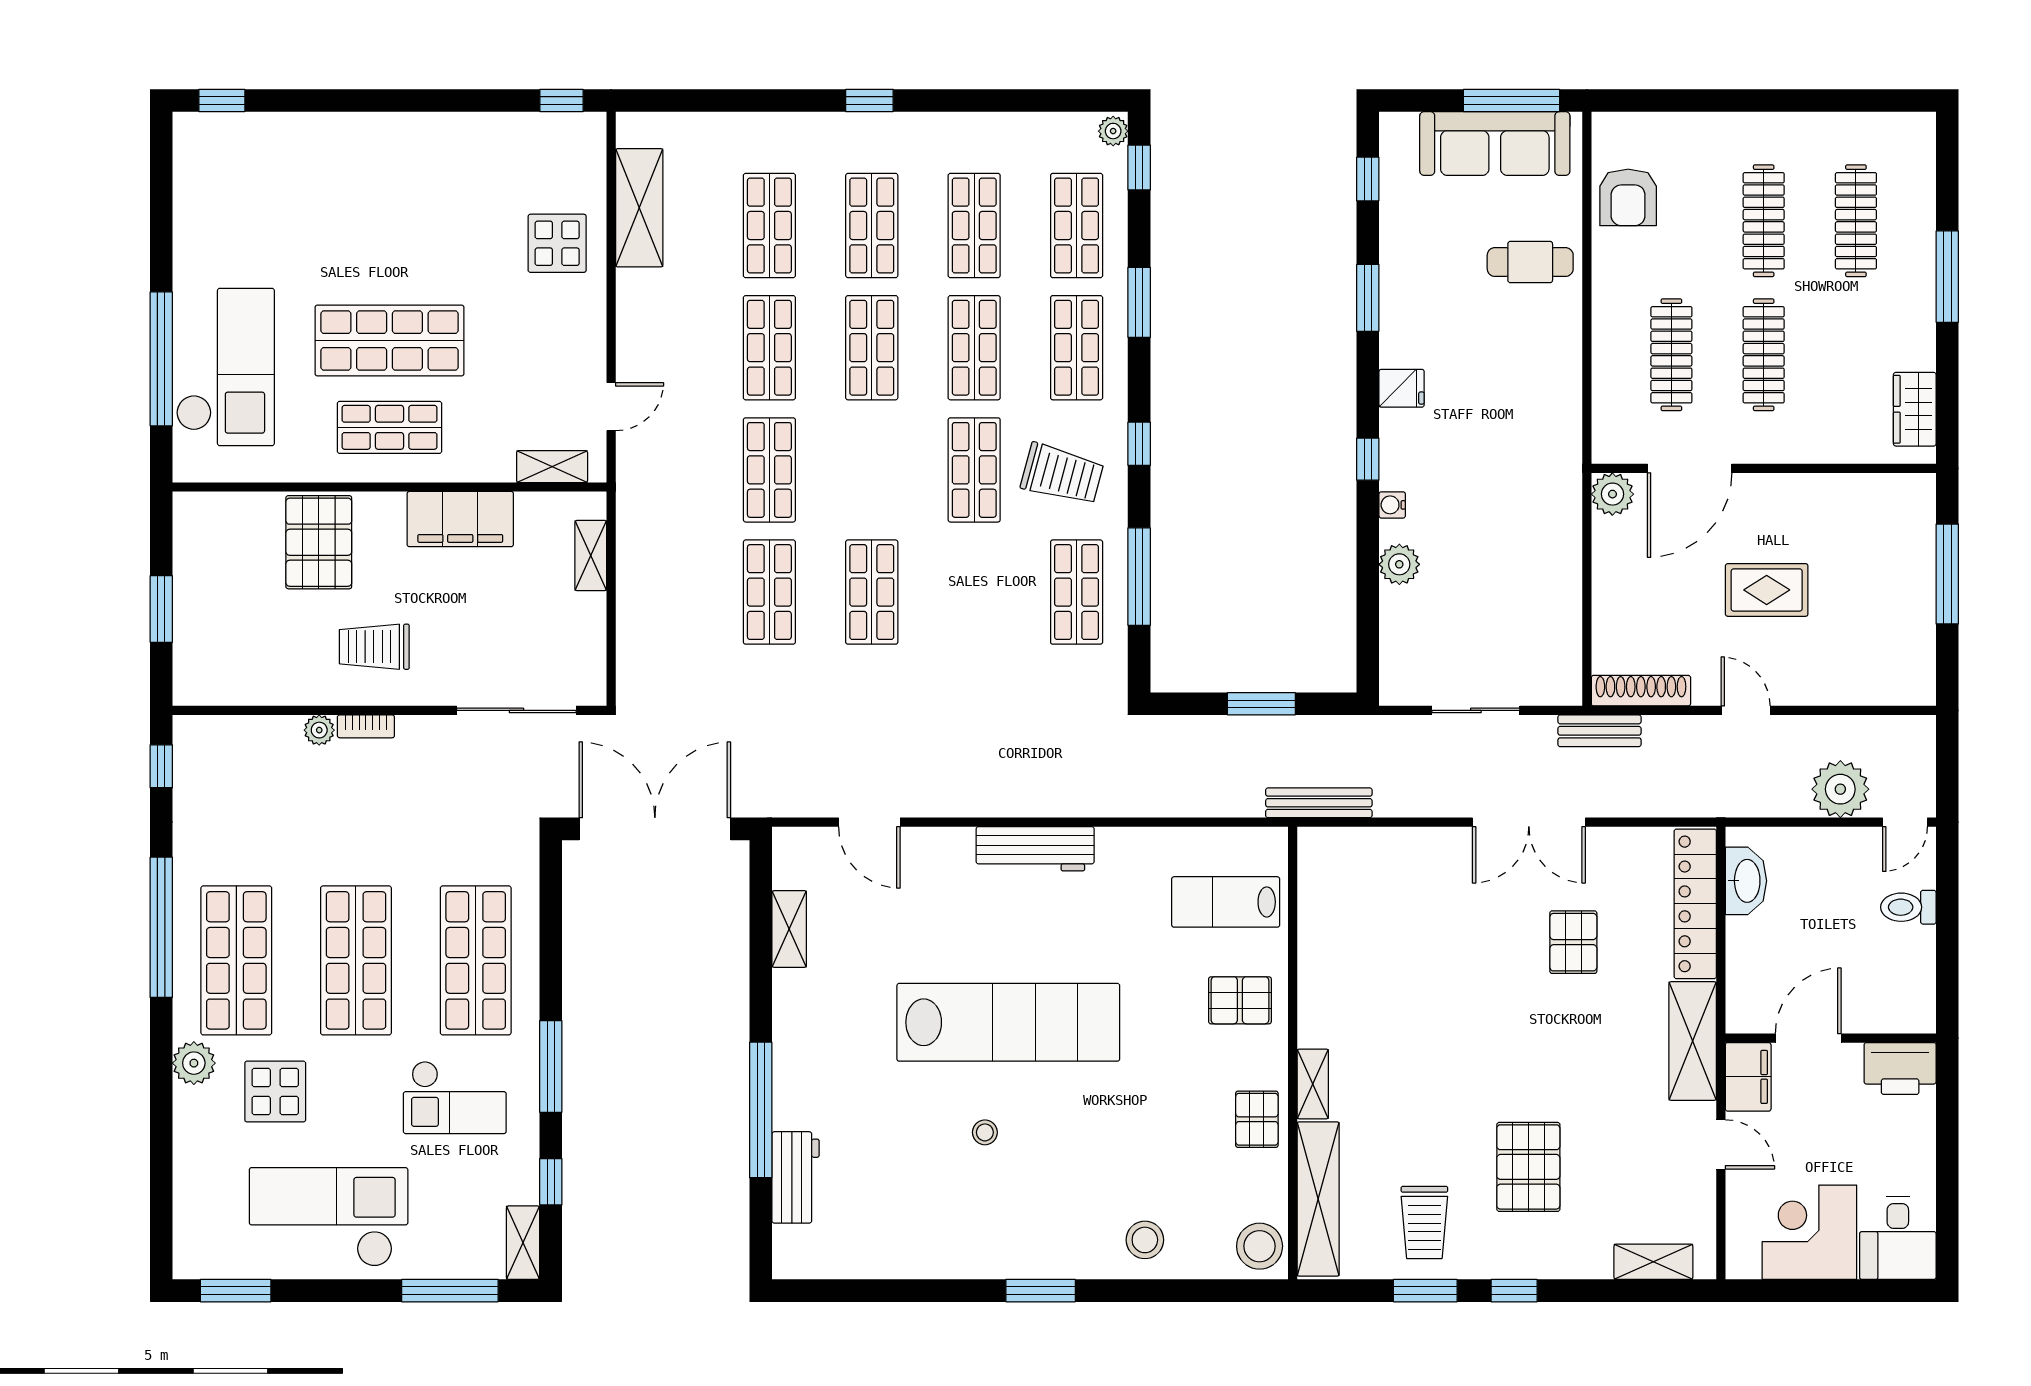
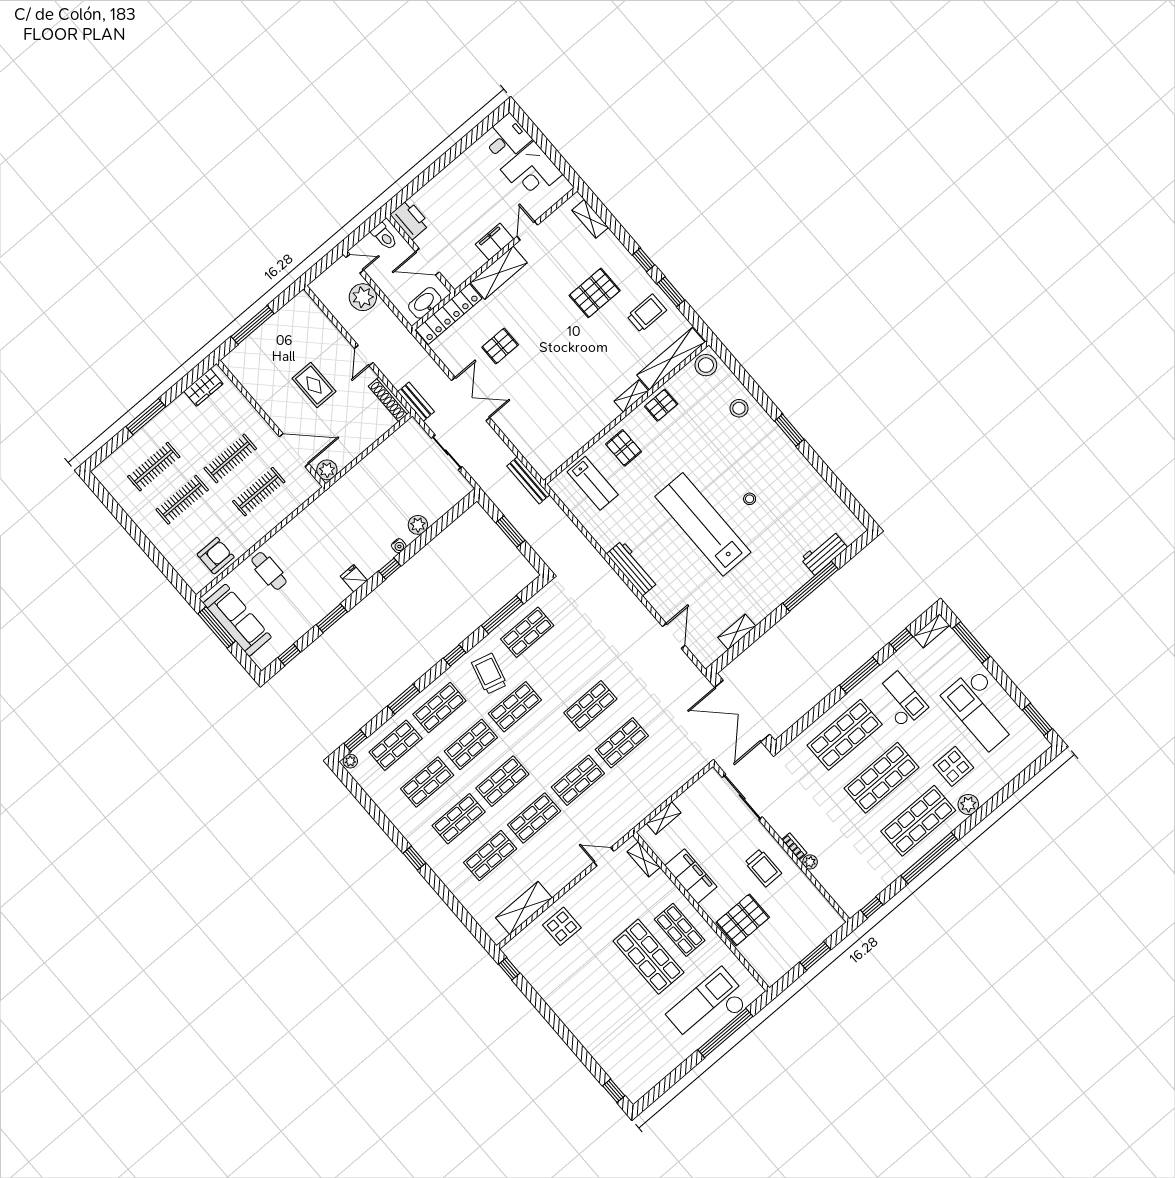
door: (1808, 1038) -> (427, 262), moved
wall: (1831, 1038) -> (420, 254), moved
printer: (1900, 1069) -> (410, 220), moved

